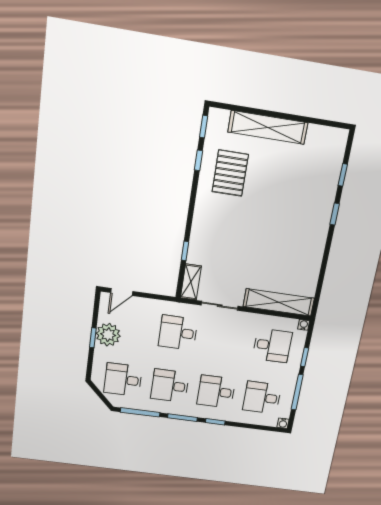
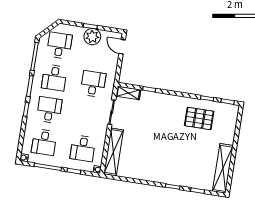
shelving: (268, 127) -> (223, 168), moved
desk: (170, 386) -> (54, 78), turned 180
desk: (262, 398) -> (44, 142), turned 180

